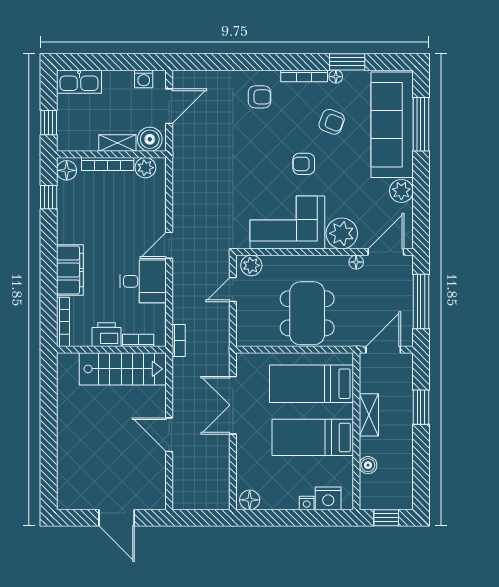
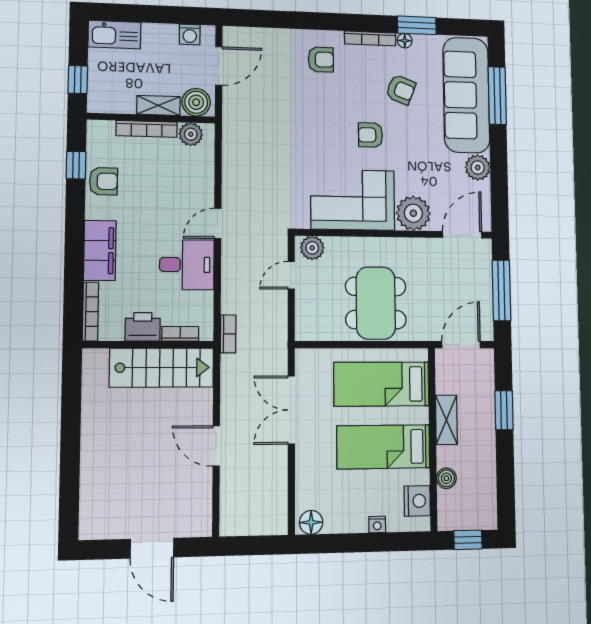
floor lamp: (67, 170) -> (98, 135), removed
armchair: (72, 211) -> (103, 181), added
floor lamp: (356, 262) -> (430, 246), removed
nightstand: (328, 498) -> (417, 501), moved, turned -90

